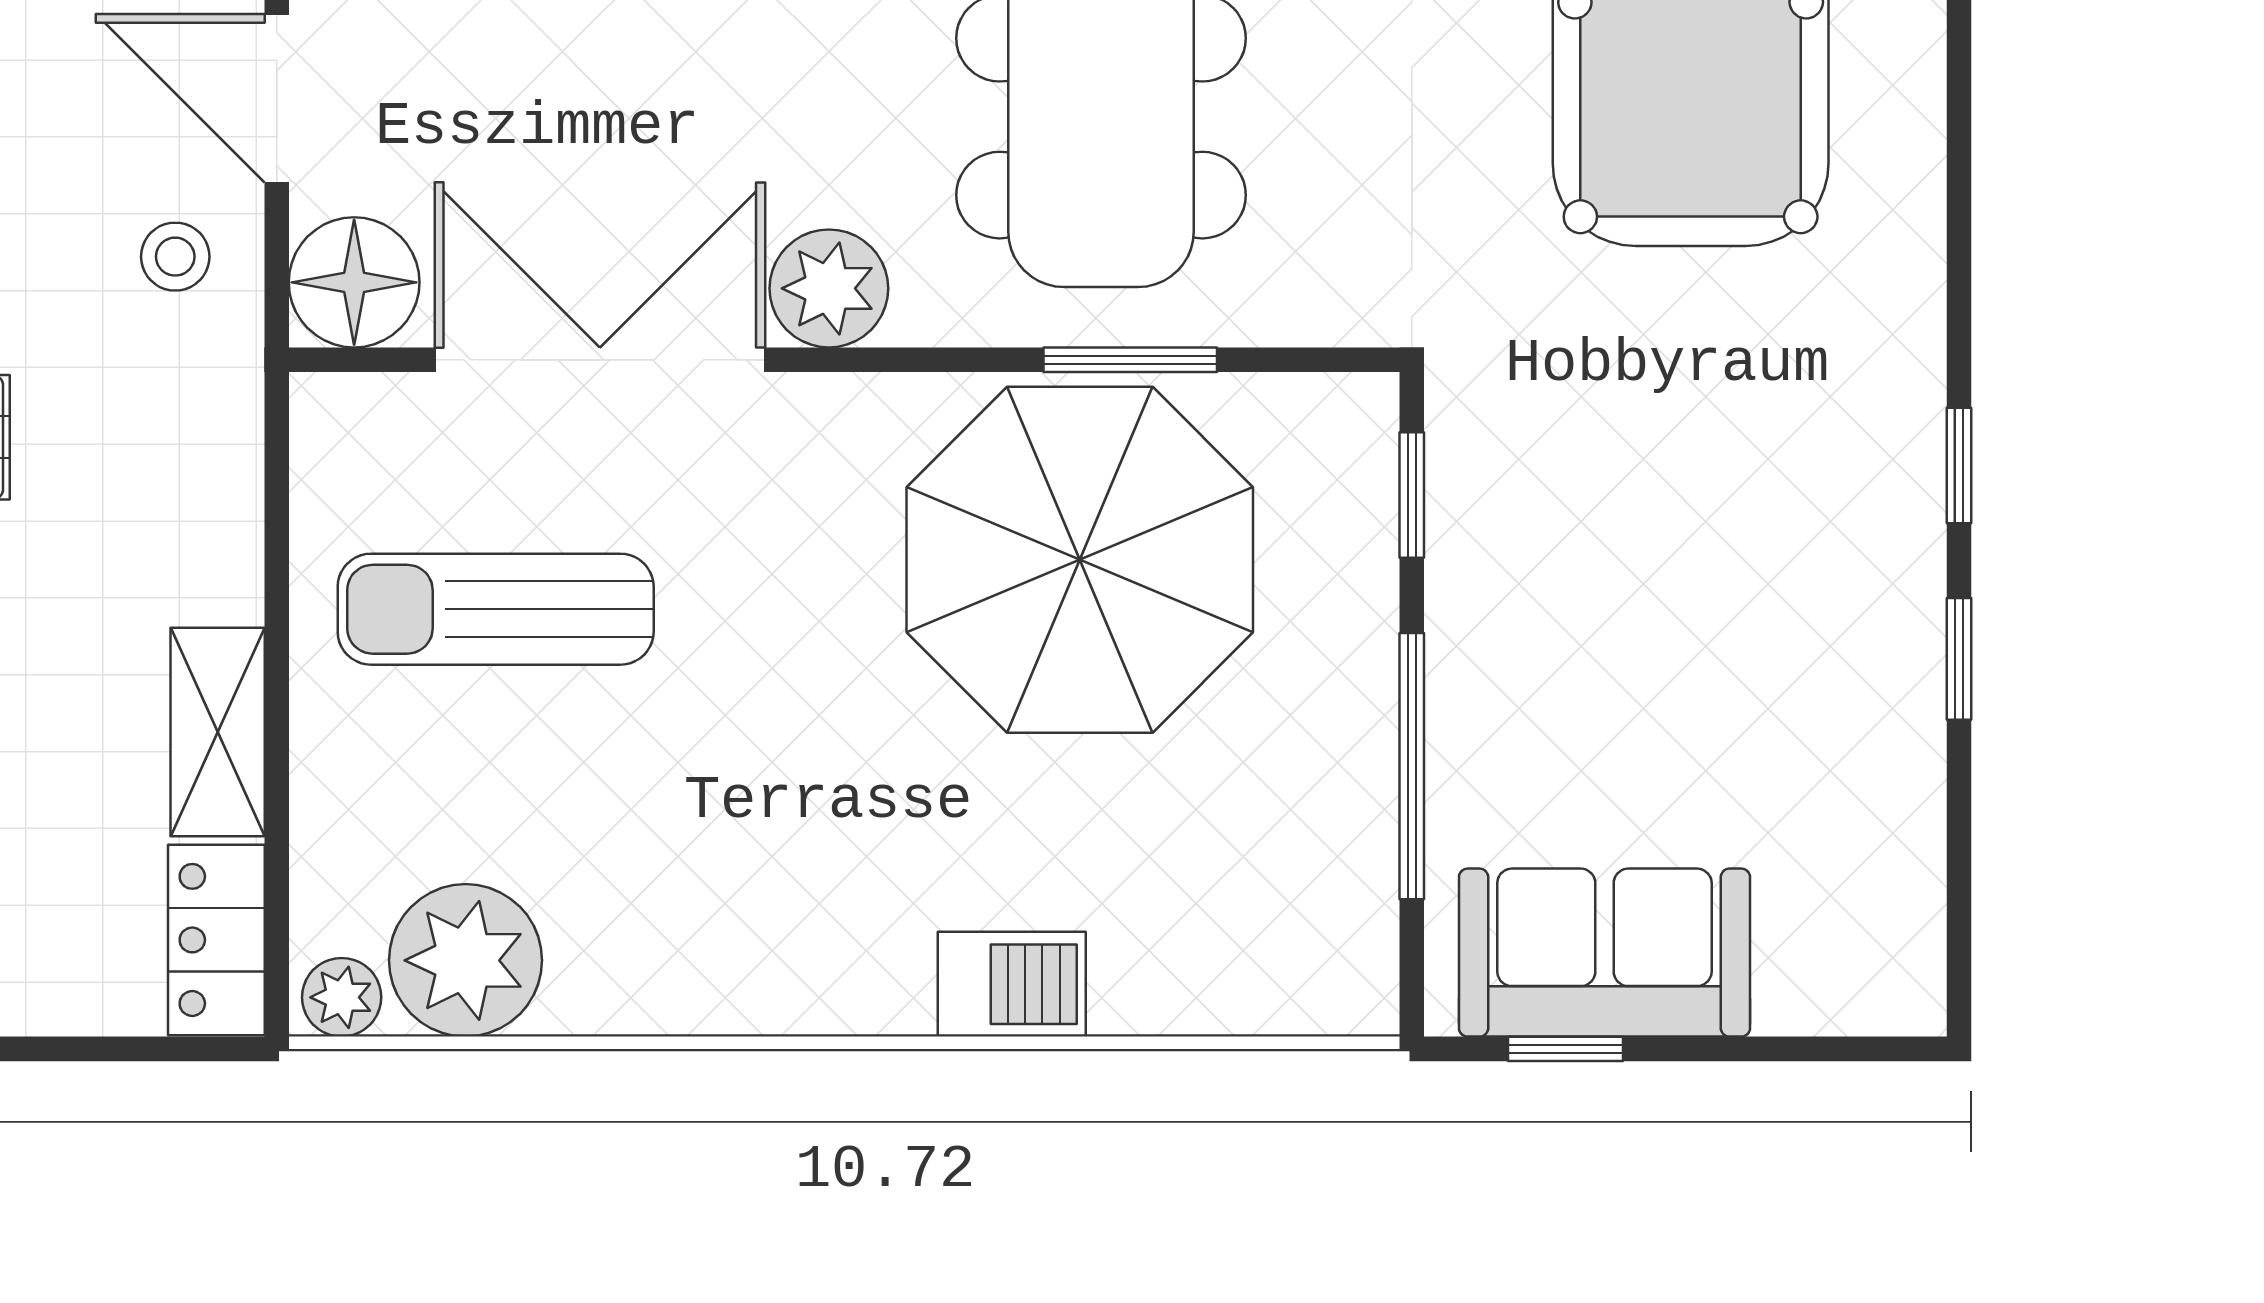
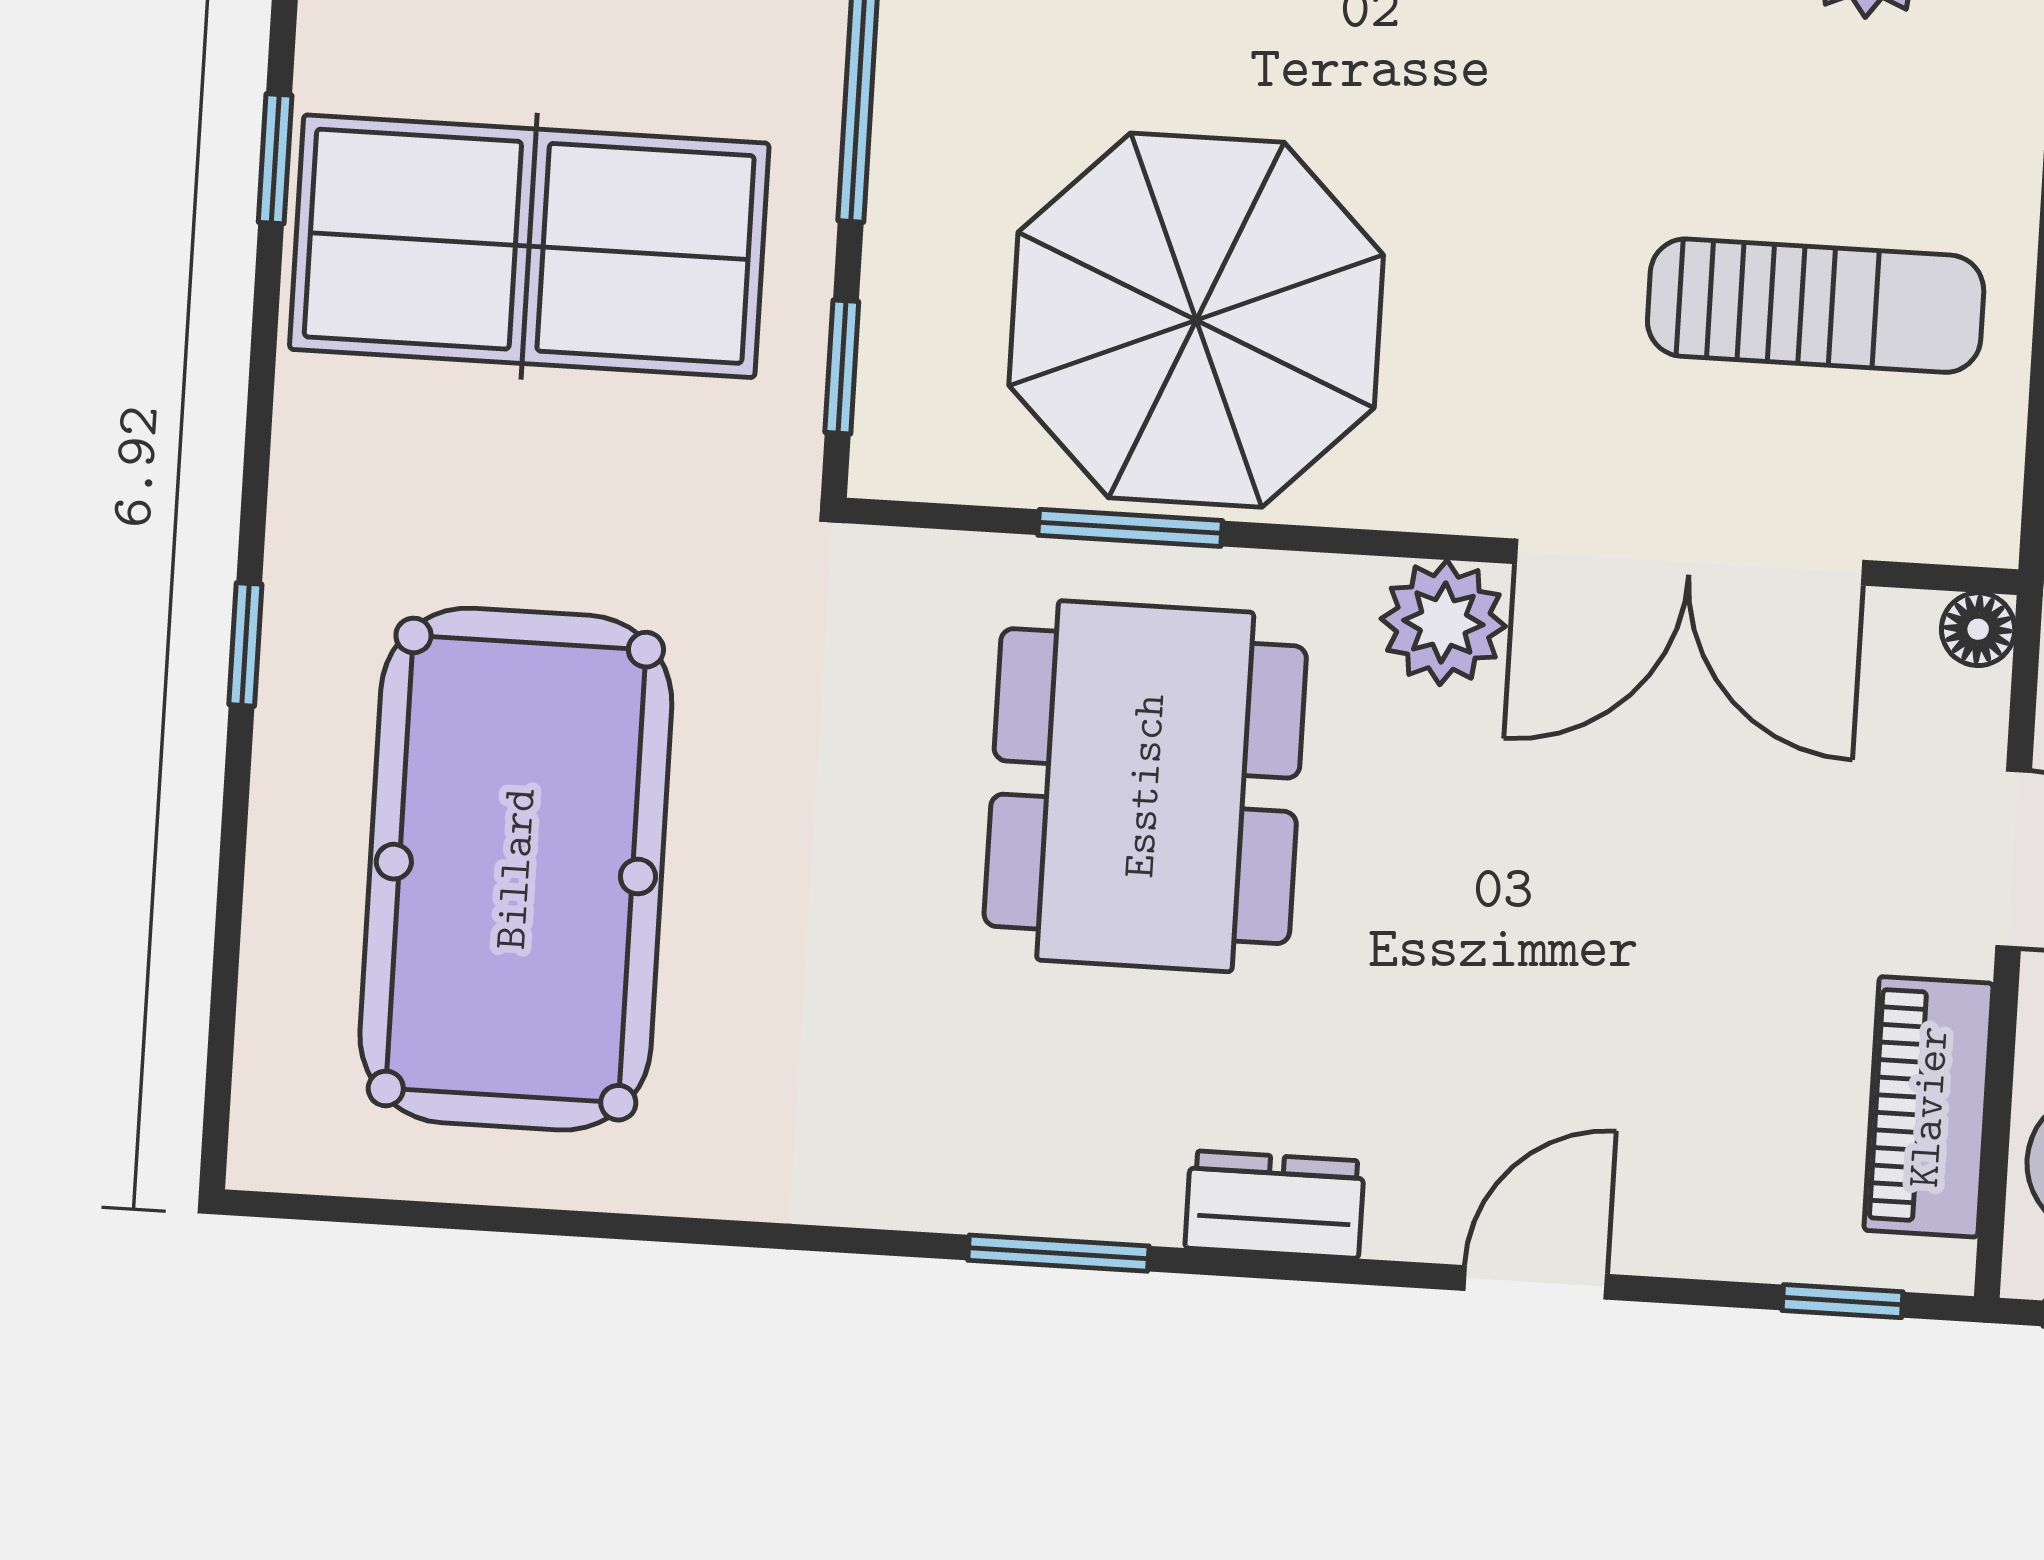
floor lamp: (354, 282) -> (1978, 629), width x0.53, depth x0.53
window: (1959, 465) -> (245, 644), moved
table tennis table: (1714, 591) -> (529, 246), added

